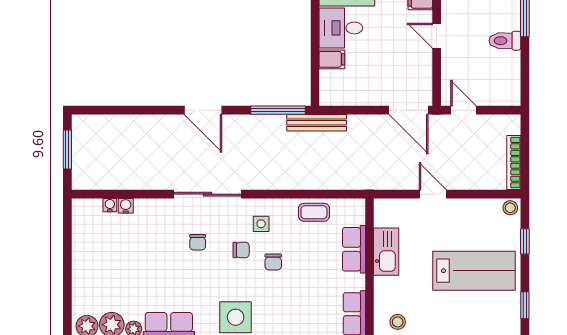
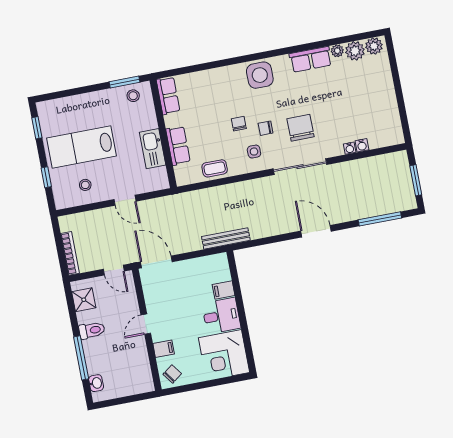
door: (437, 36) -> (146, 324), swing flipped
shower: (508, 81) -> (84, 300), added
window: (278, 110) -> (380, 219), moved
bookcase: (514, 163) -> (70, 253), moved
water cooler: (110, 205) -> (350, 148), moved
stool: (510, 208) -> (85, 185), moved
chair: (198, 242) -> (301, 128), width x1.87, depth x1.87

